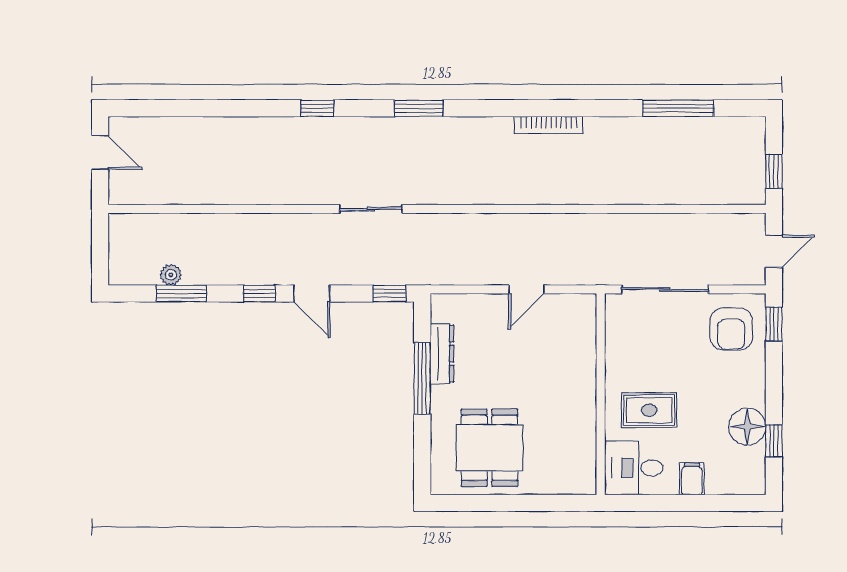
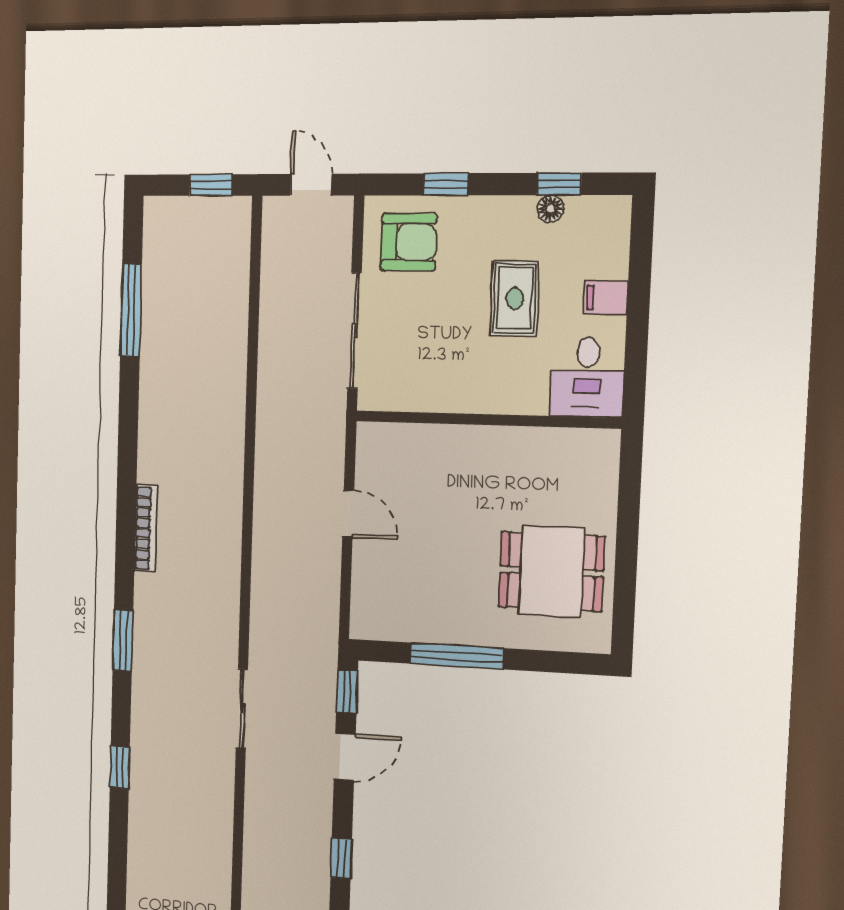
bookcase: (549, 125) -> (146, 528), moved
door: (312, 293) -> (345, 757), moved
window: (774, 324) -> (446, 184), moved
dresser: (442, 354) -> (426, 628), removed
rug: (649, 410) -> (515, 298), moved
floor lamp: (747, 427) -> (551, 209), width x0.53, depth x0.53

